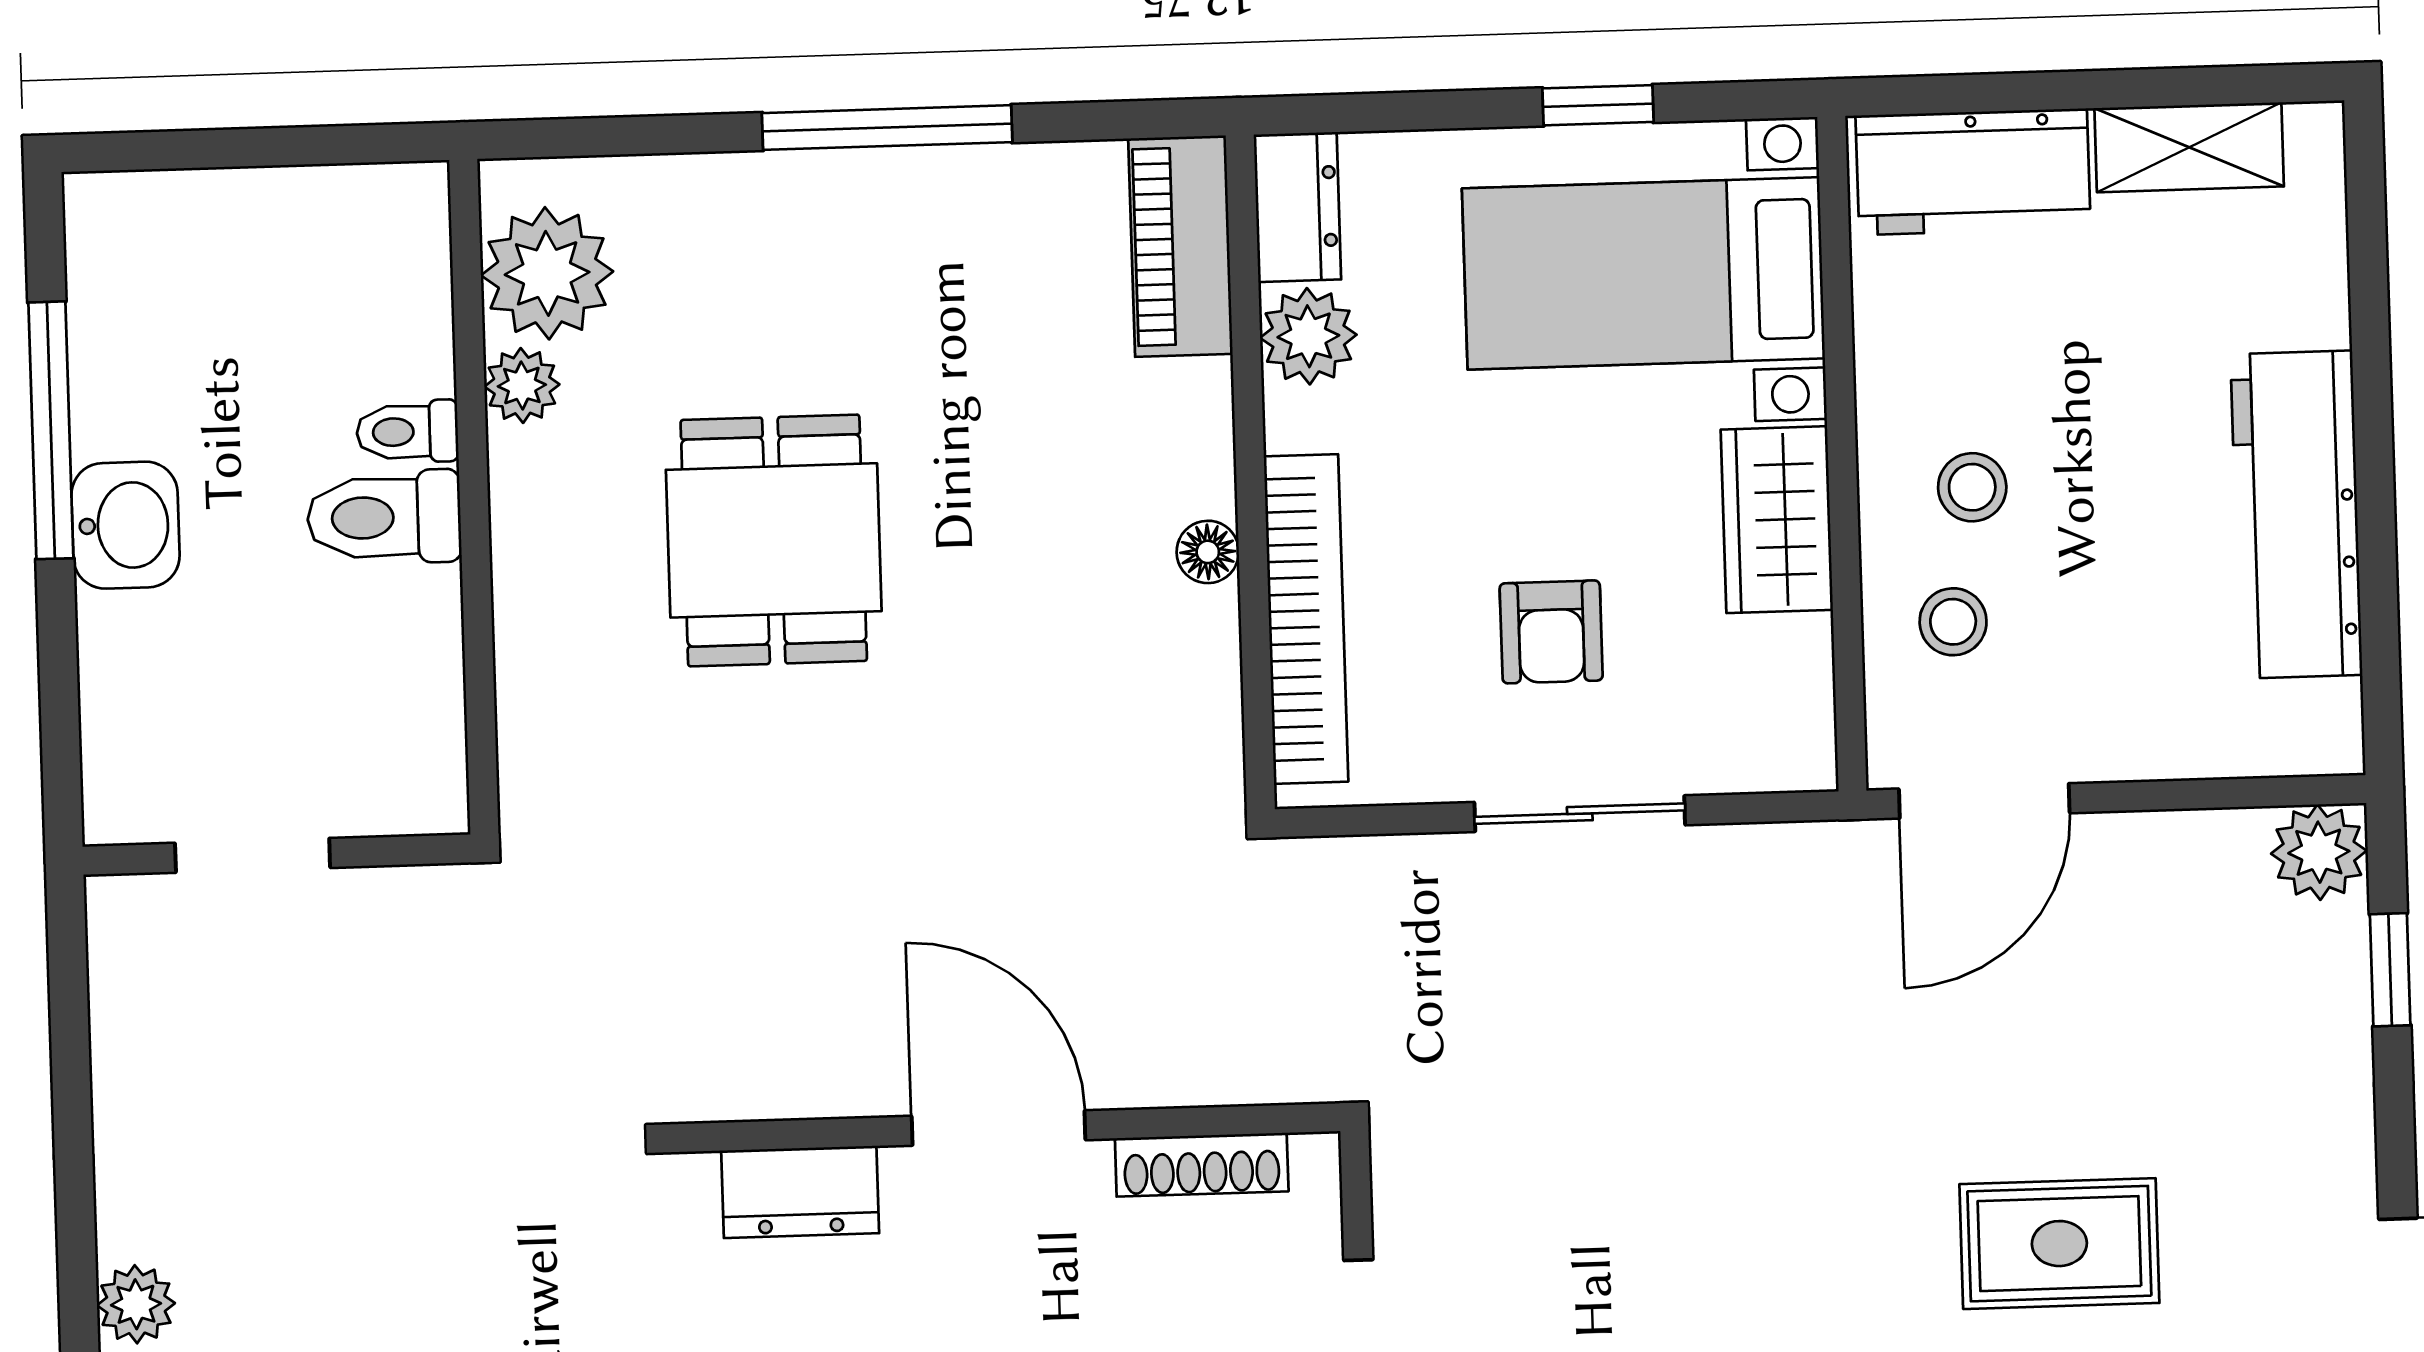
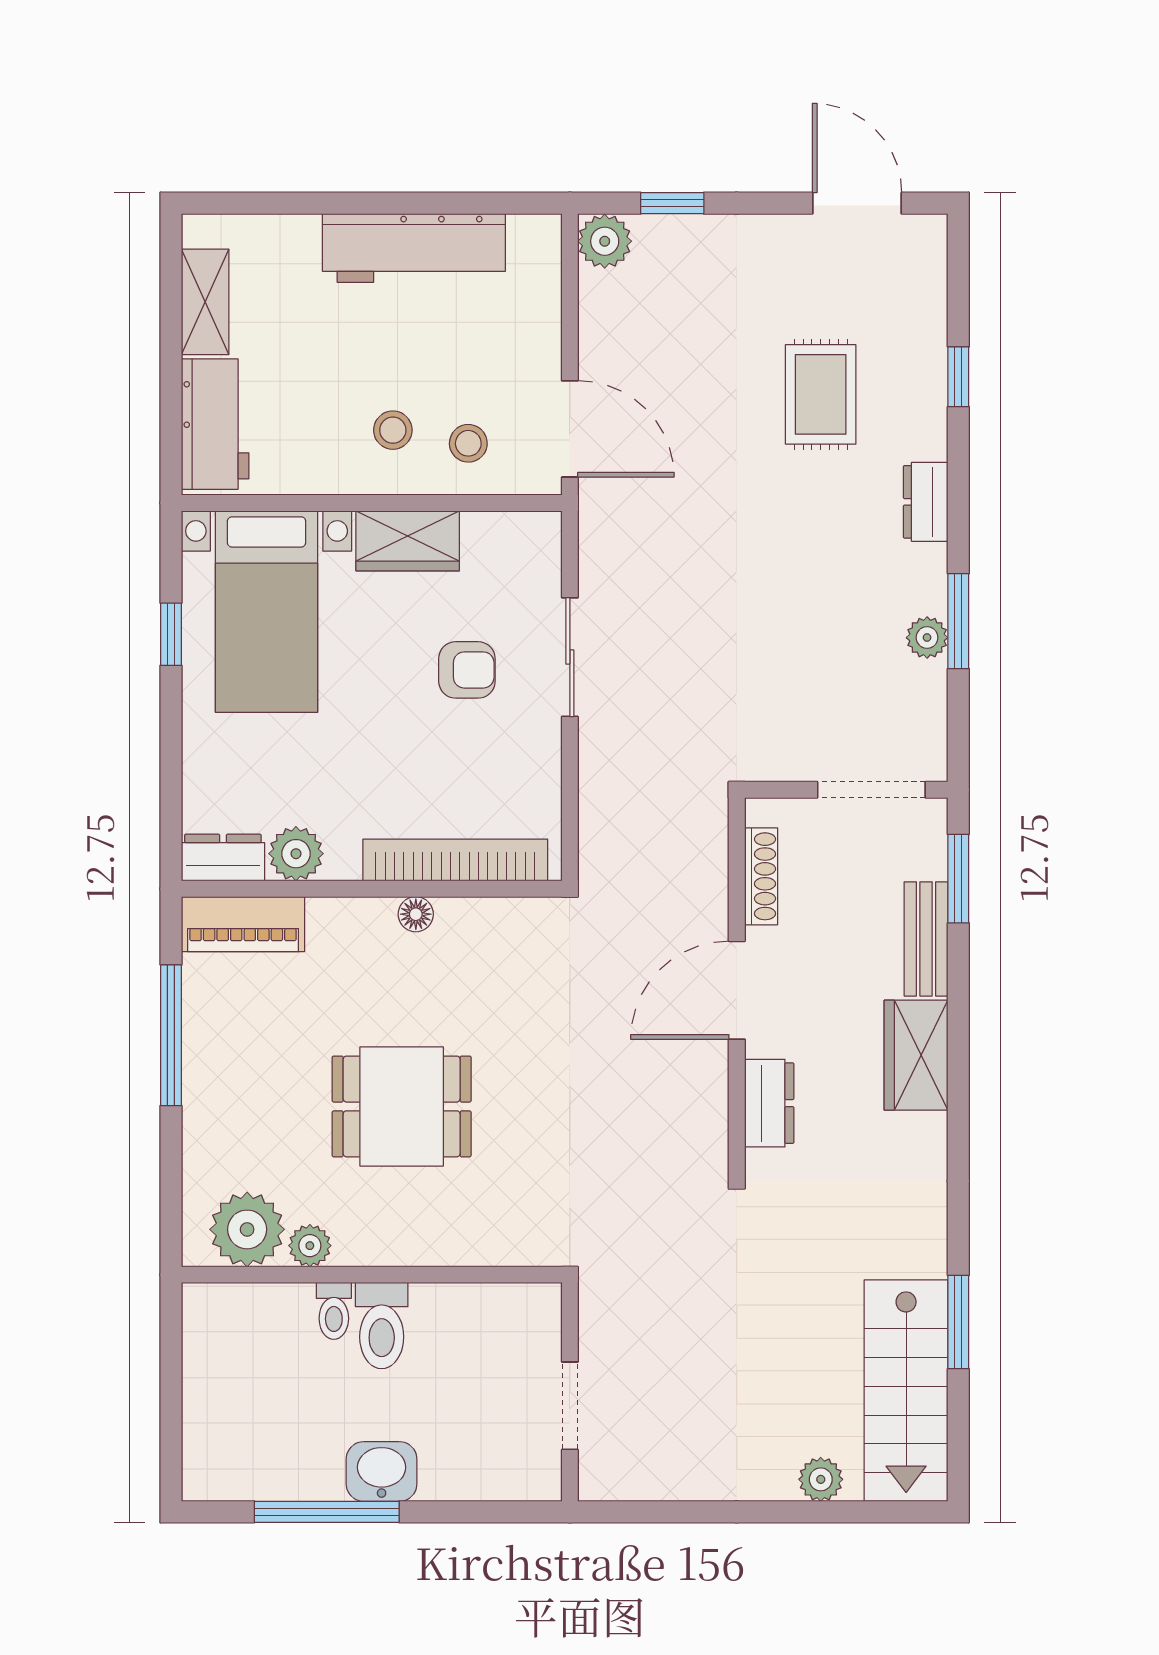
dresser: (1297, 207) -> (223, 858), moved
piano: (1180, 246) -> (243, 924), moved
plant: (1308, 336) -> (296, 854), moved
wall: (1250, 472) -> (372, 889), moved
floor lamp: (1208, 552) -> (416, 914), moved
bookcase: (1306, 619) -> (455, 860), moved

